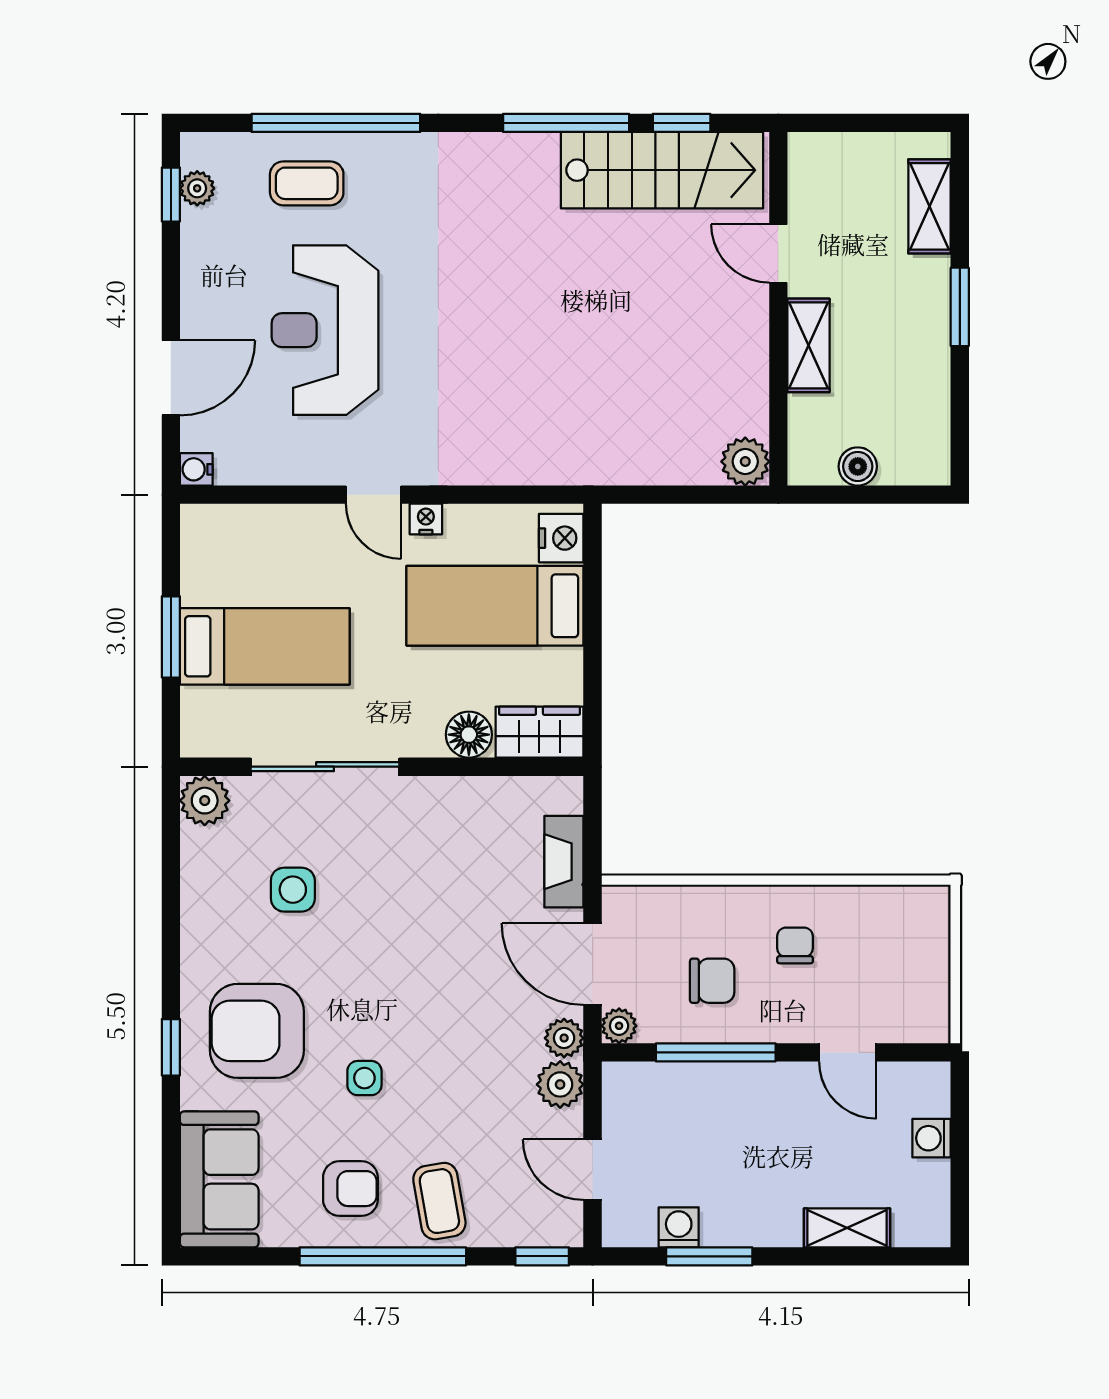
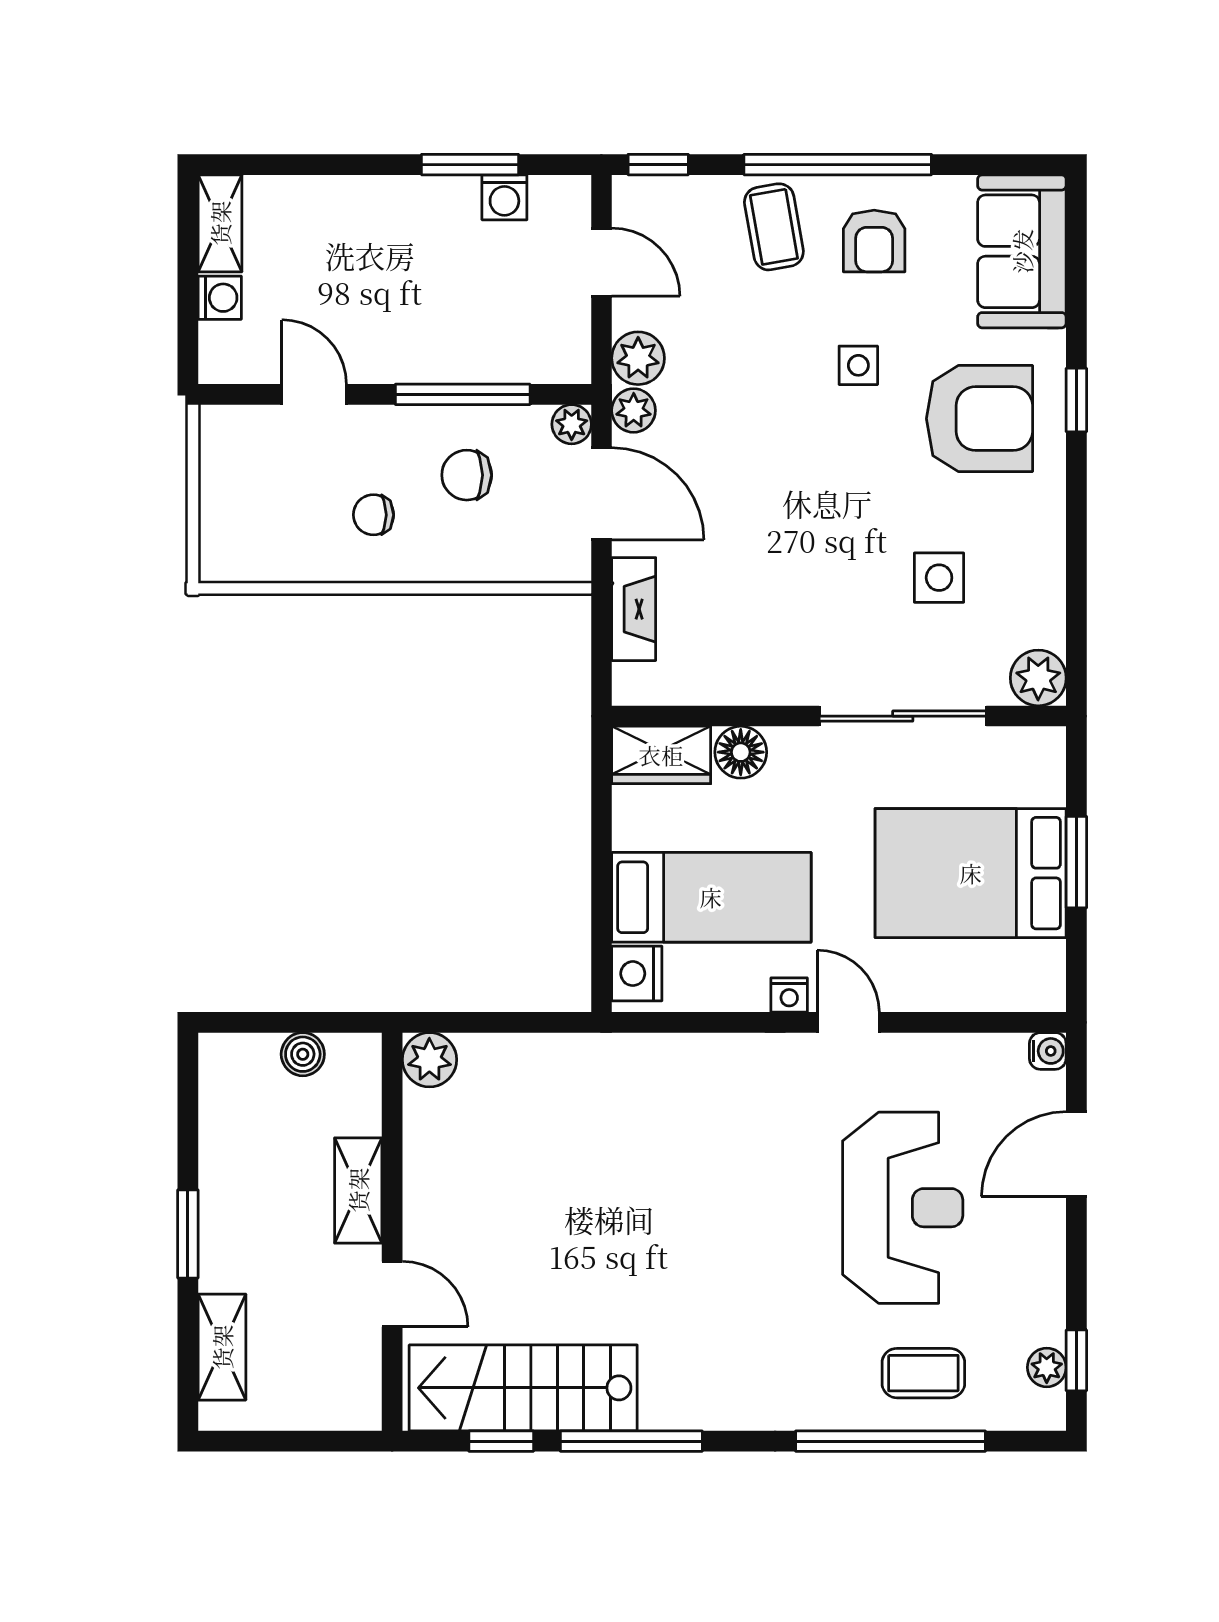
bed: (265, 646) -> (971, 873), width x1.50
chair: (795, 945) -> (373, 515), turned 90
armchair: (350, 1189) -> (874, 241), turned -90
shelving: (847, 1228) -> (220, 223), moved, turned 90

